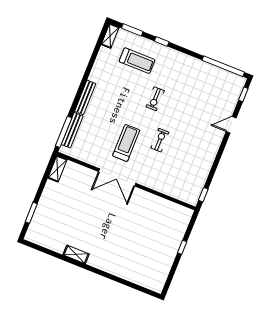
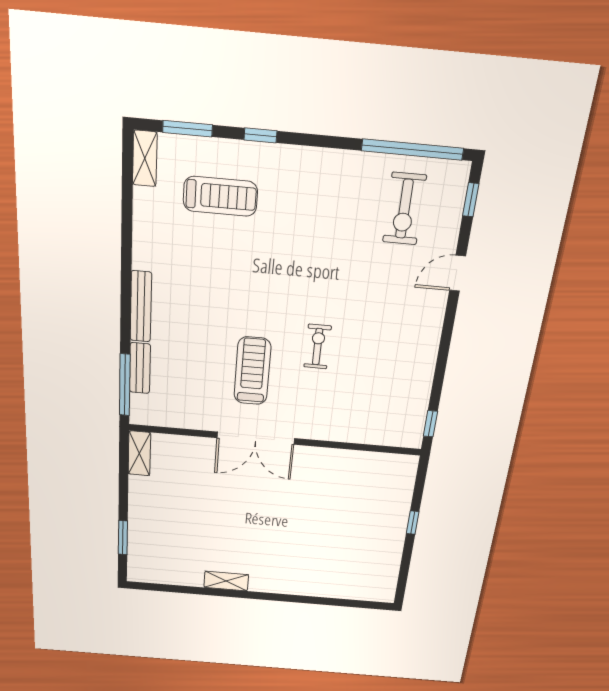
exercise bike: (155, 99) -> (404, 209), moved, width x1.38, depth x1.39
bench: (72, 130) -> (140, 368), width x0.73

